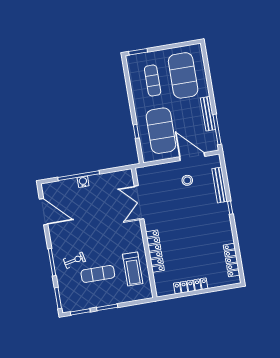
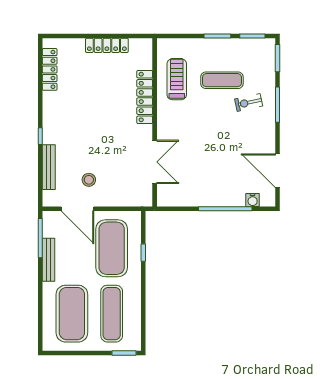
exercise mat: (153, 81) -> (112, 314), width x1.36, depth x1.45
water cooler: (83, 182) -> (253, 200), moved

